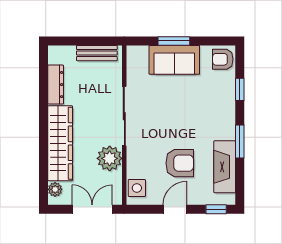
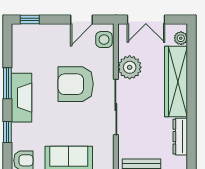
armchair: (180, 163) -> (76, 84), moved, width x1.36, depth x1.36
fireplace: (225, 167) -> (22, 98), moved
door: (175, 209) -> (81, 20), moved

